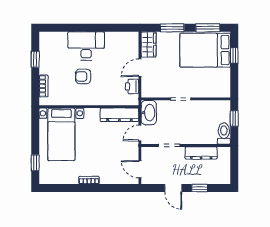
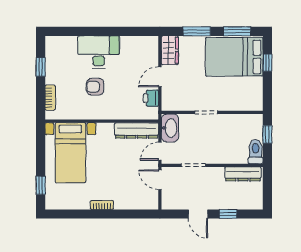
dresser: (201, 153) -> (243, 174), moved
door: (140, 169) -> (160, 180), moved

